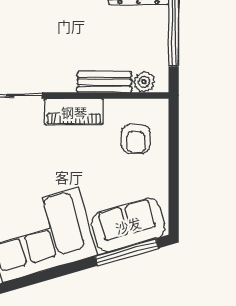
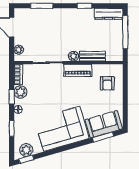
plant: (144, 82) -> (73, 56), moved
window: (127, 252) -> (103, 137), width x0.69

